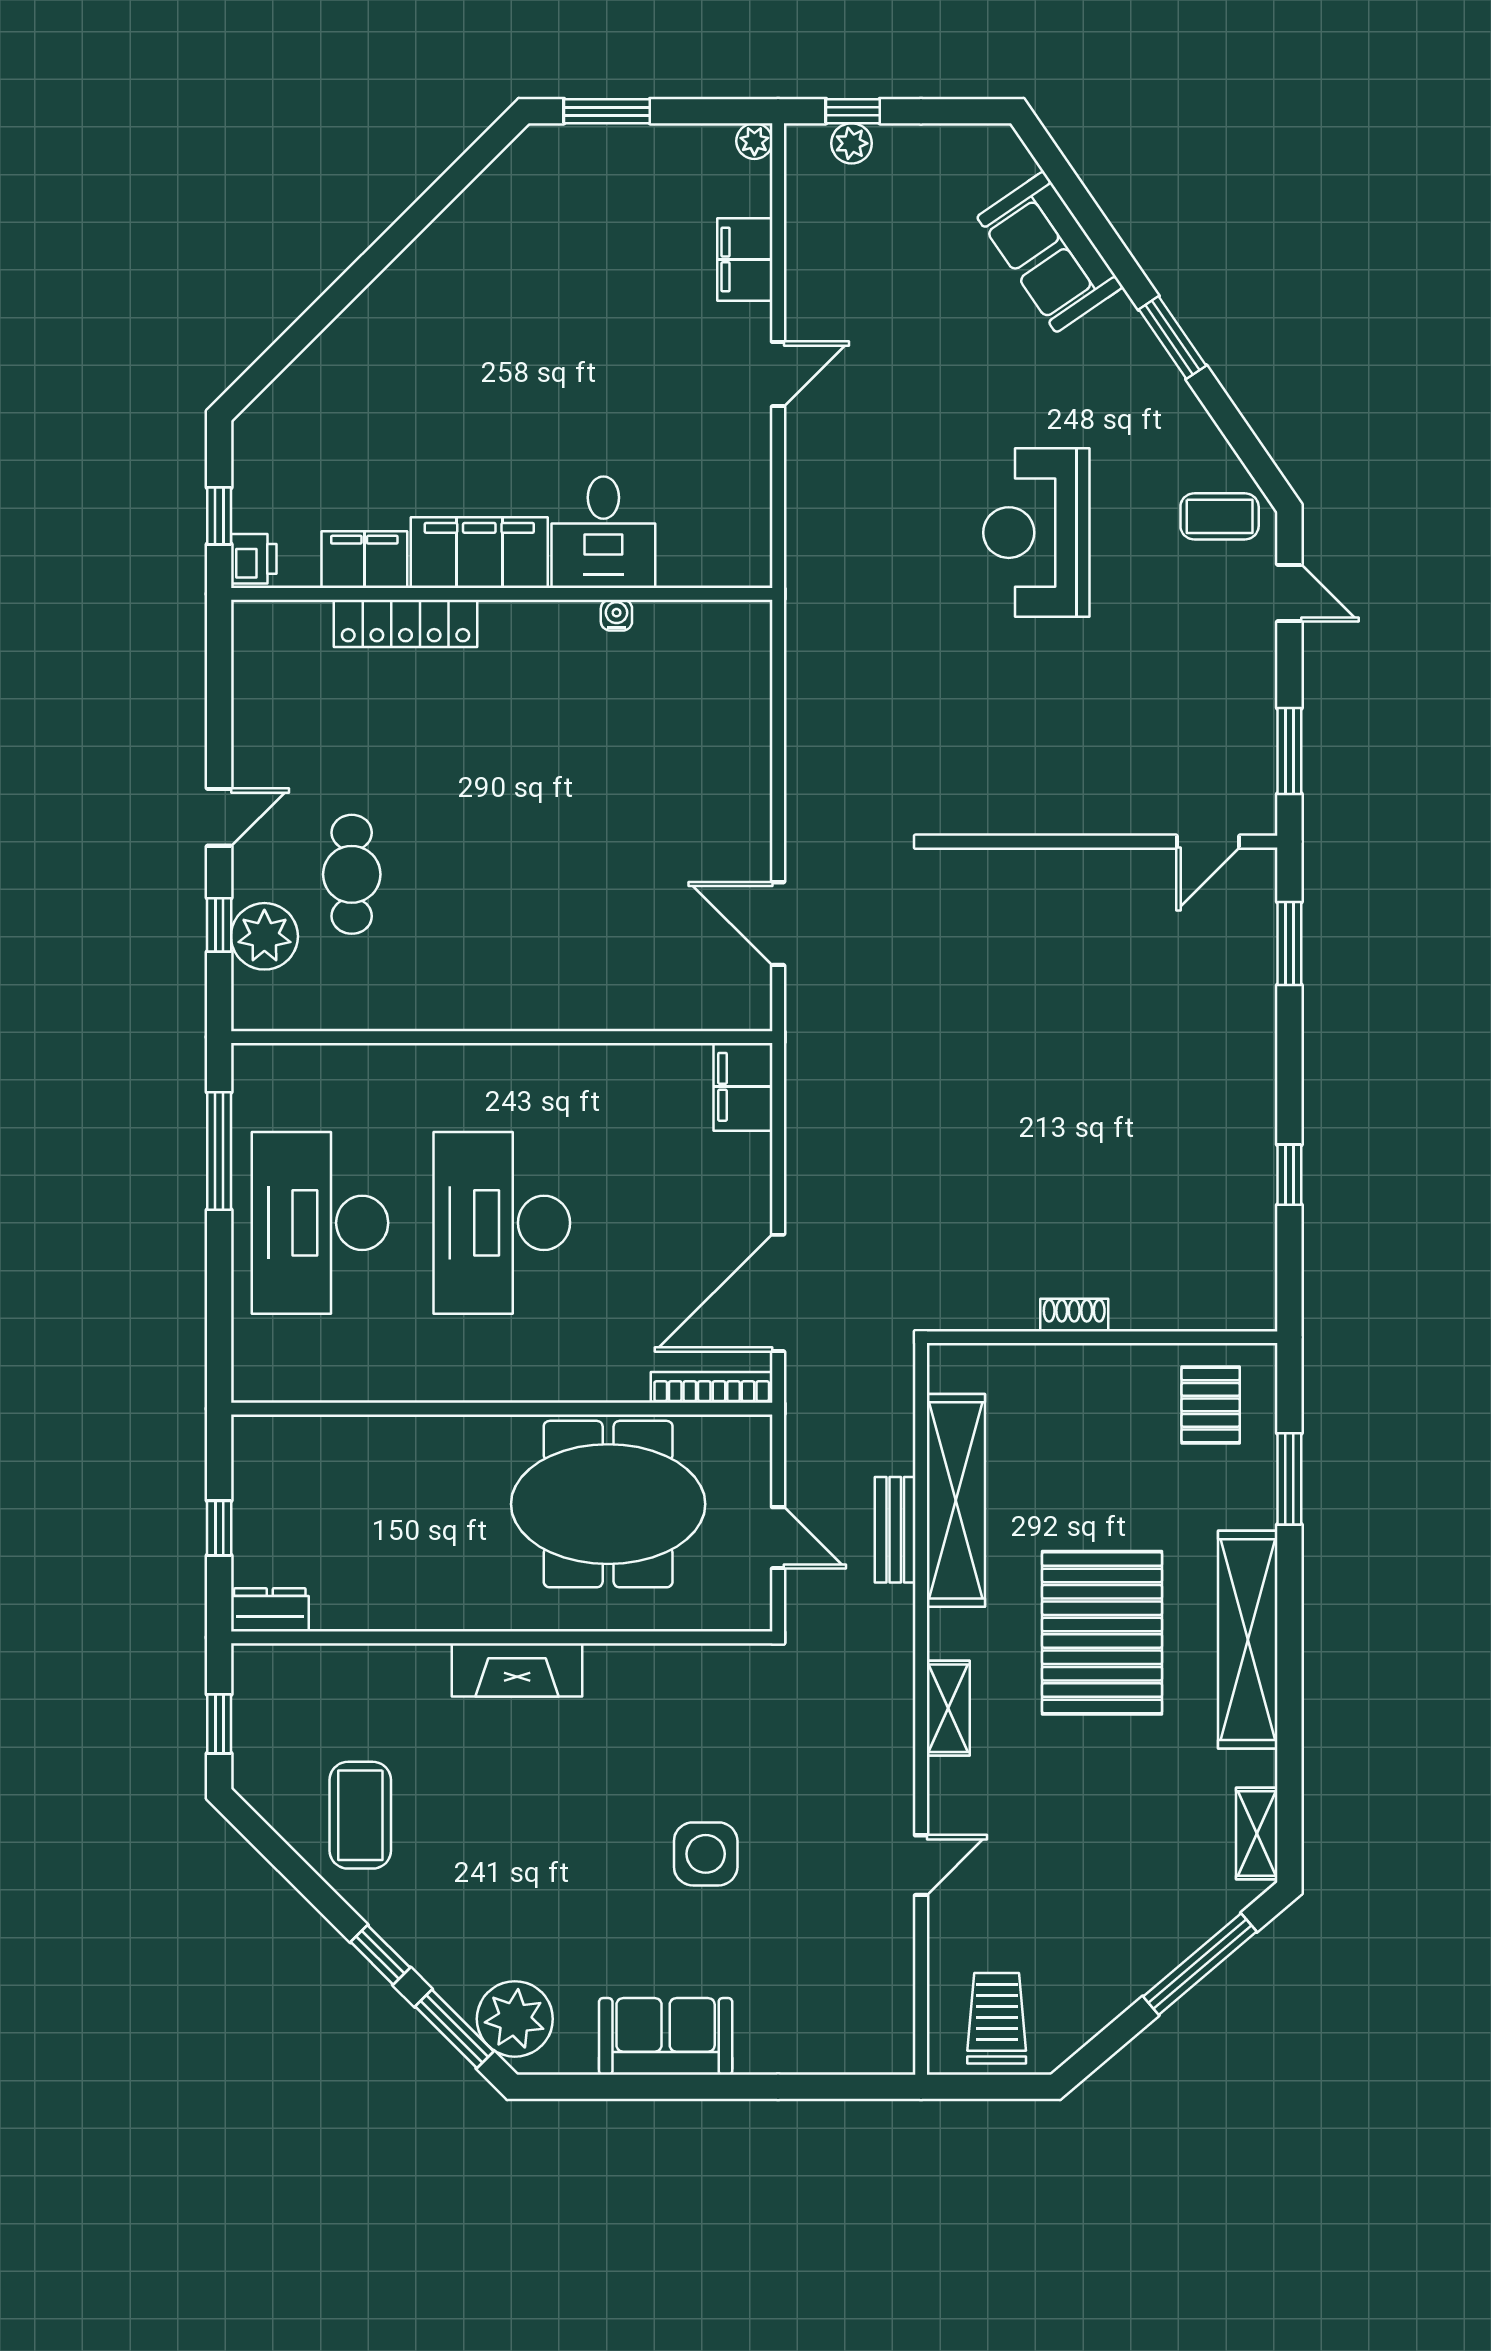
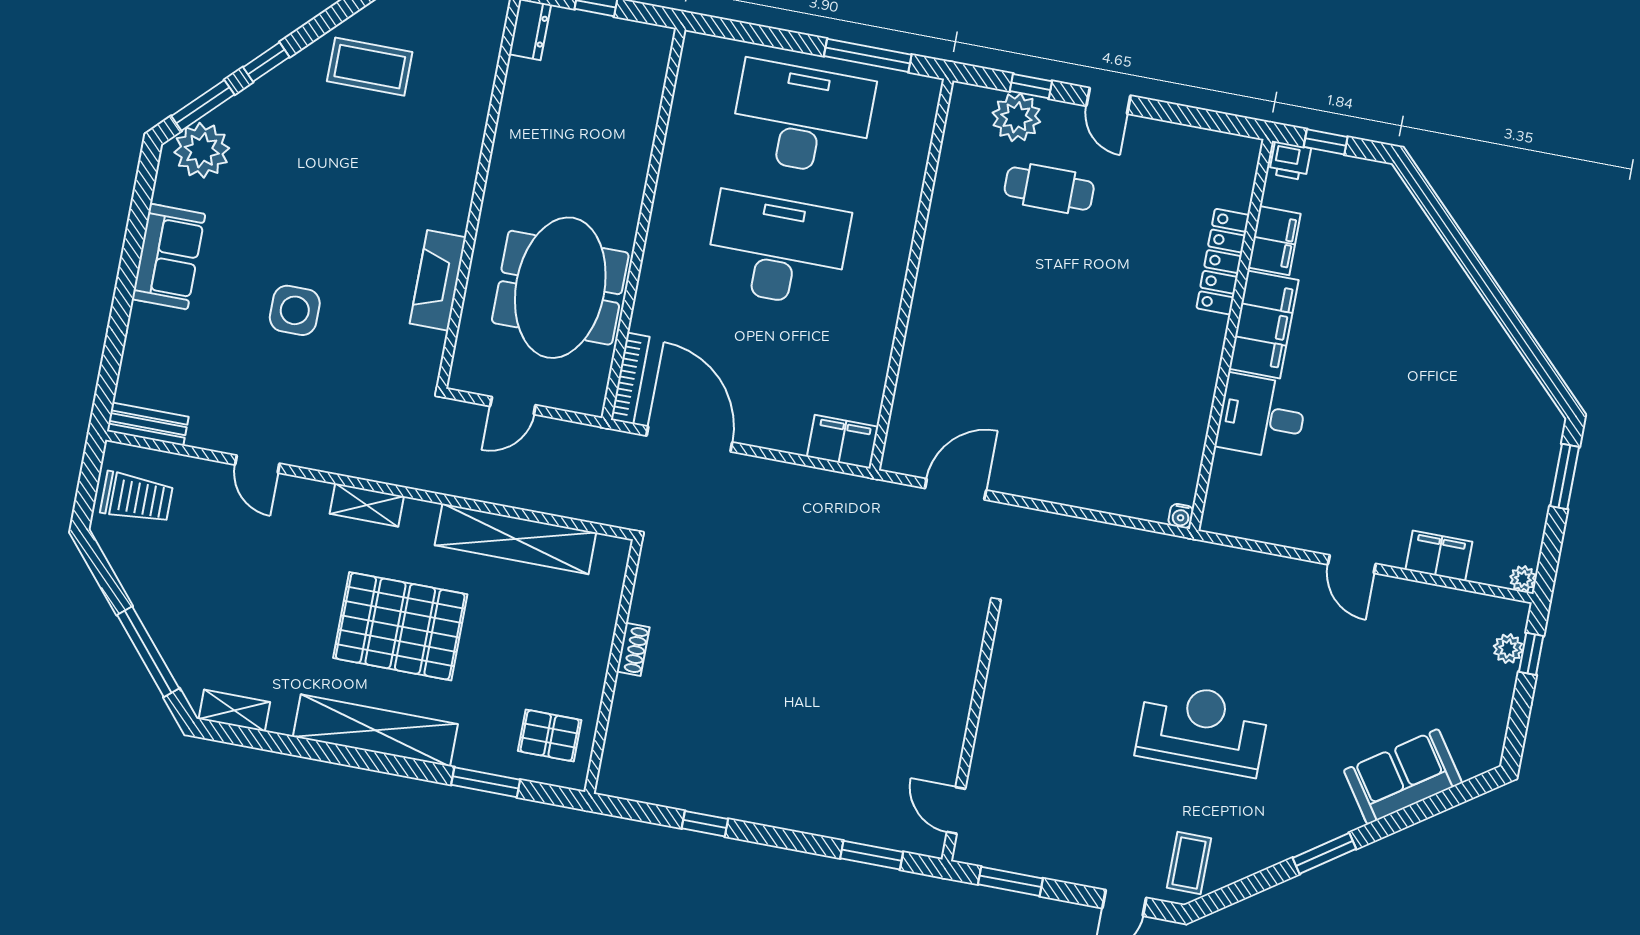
water cooler: (616, 615) -> (1181, 516), moved, turned 90
bench: (895, 1530) -> (148, 424), moved
fireplace: (517, 1670) -> (438, 280), moved

